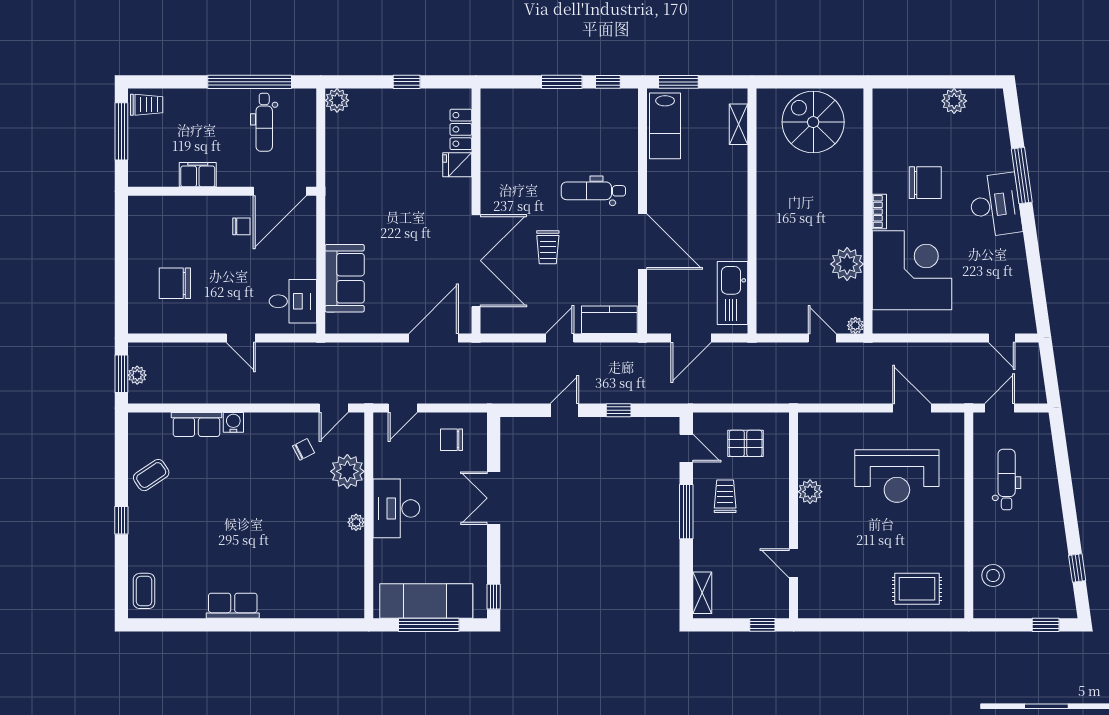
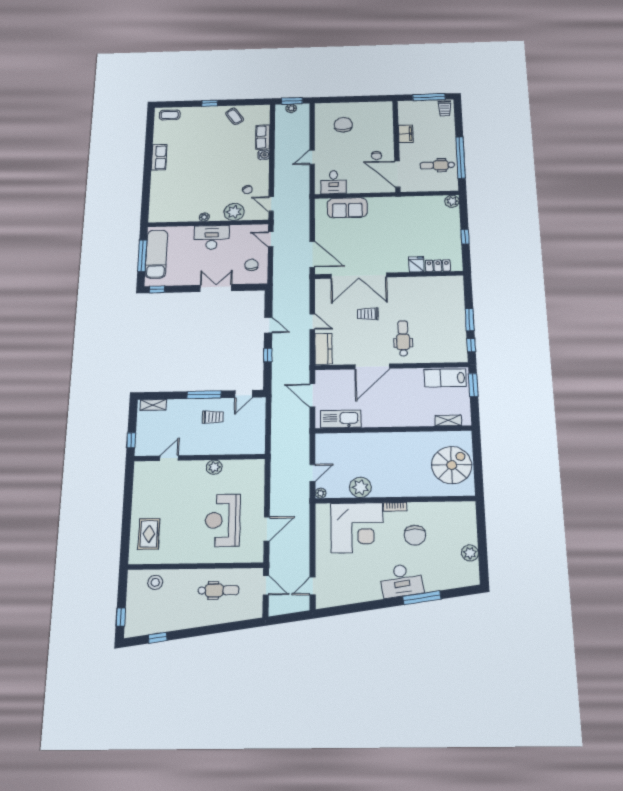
pallet: (746, 443) -> (246, 428), removed

